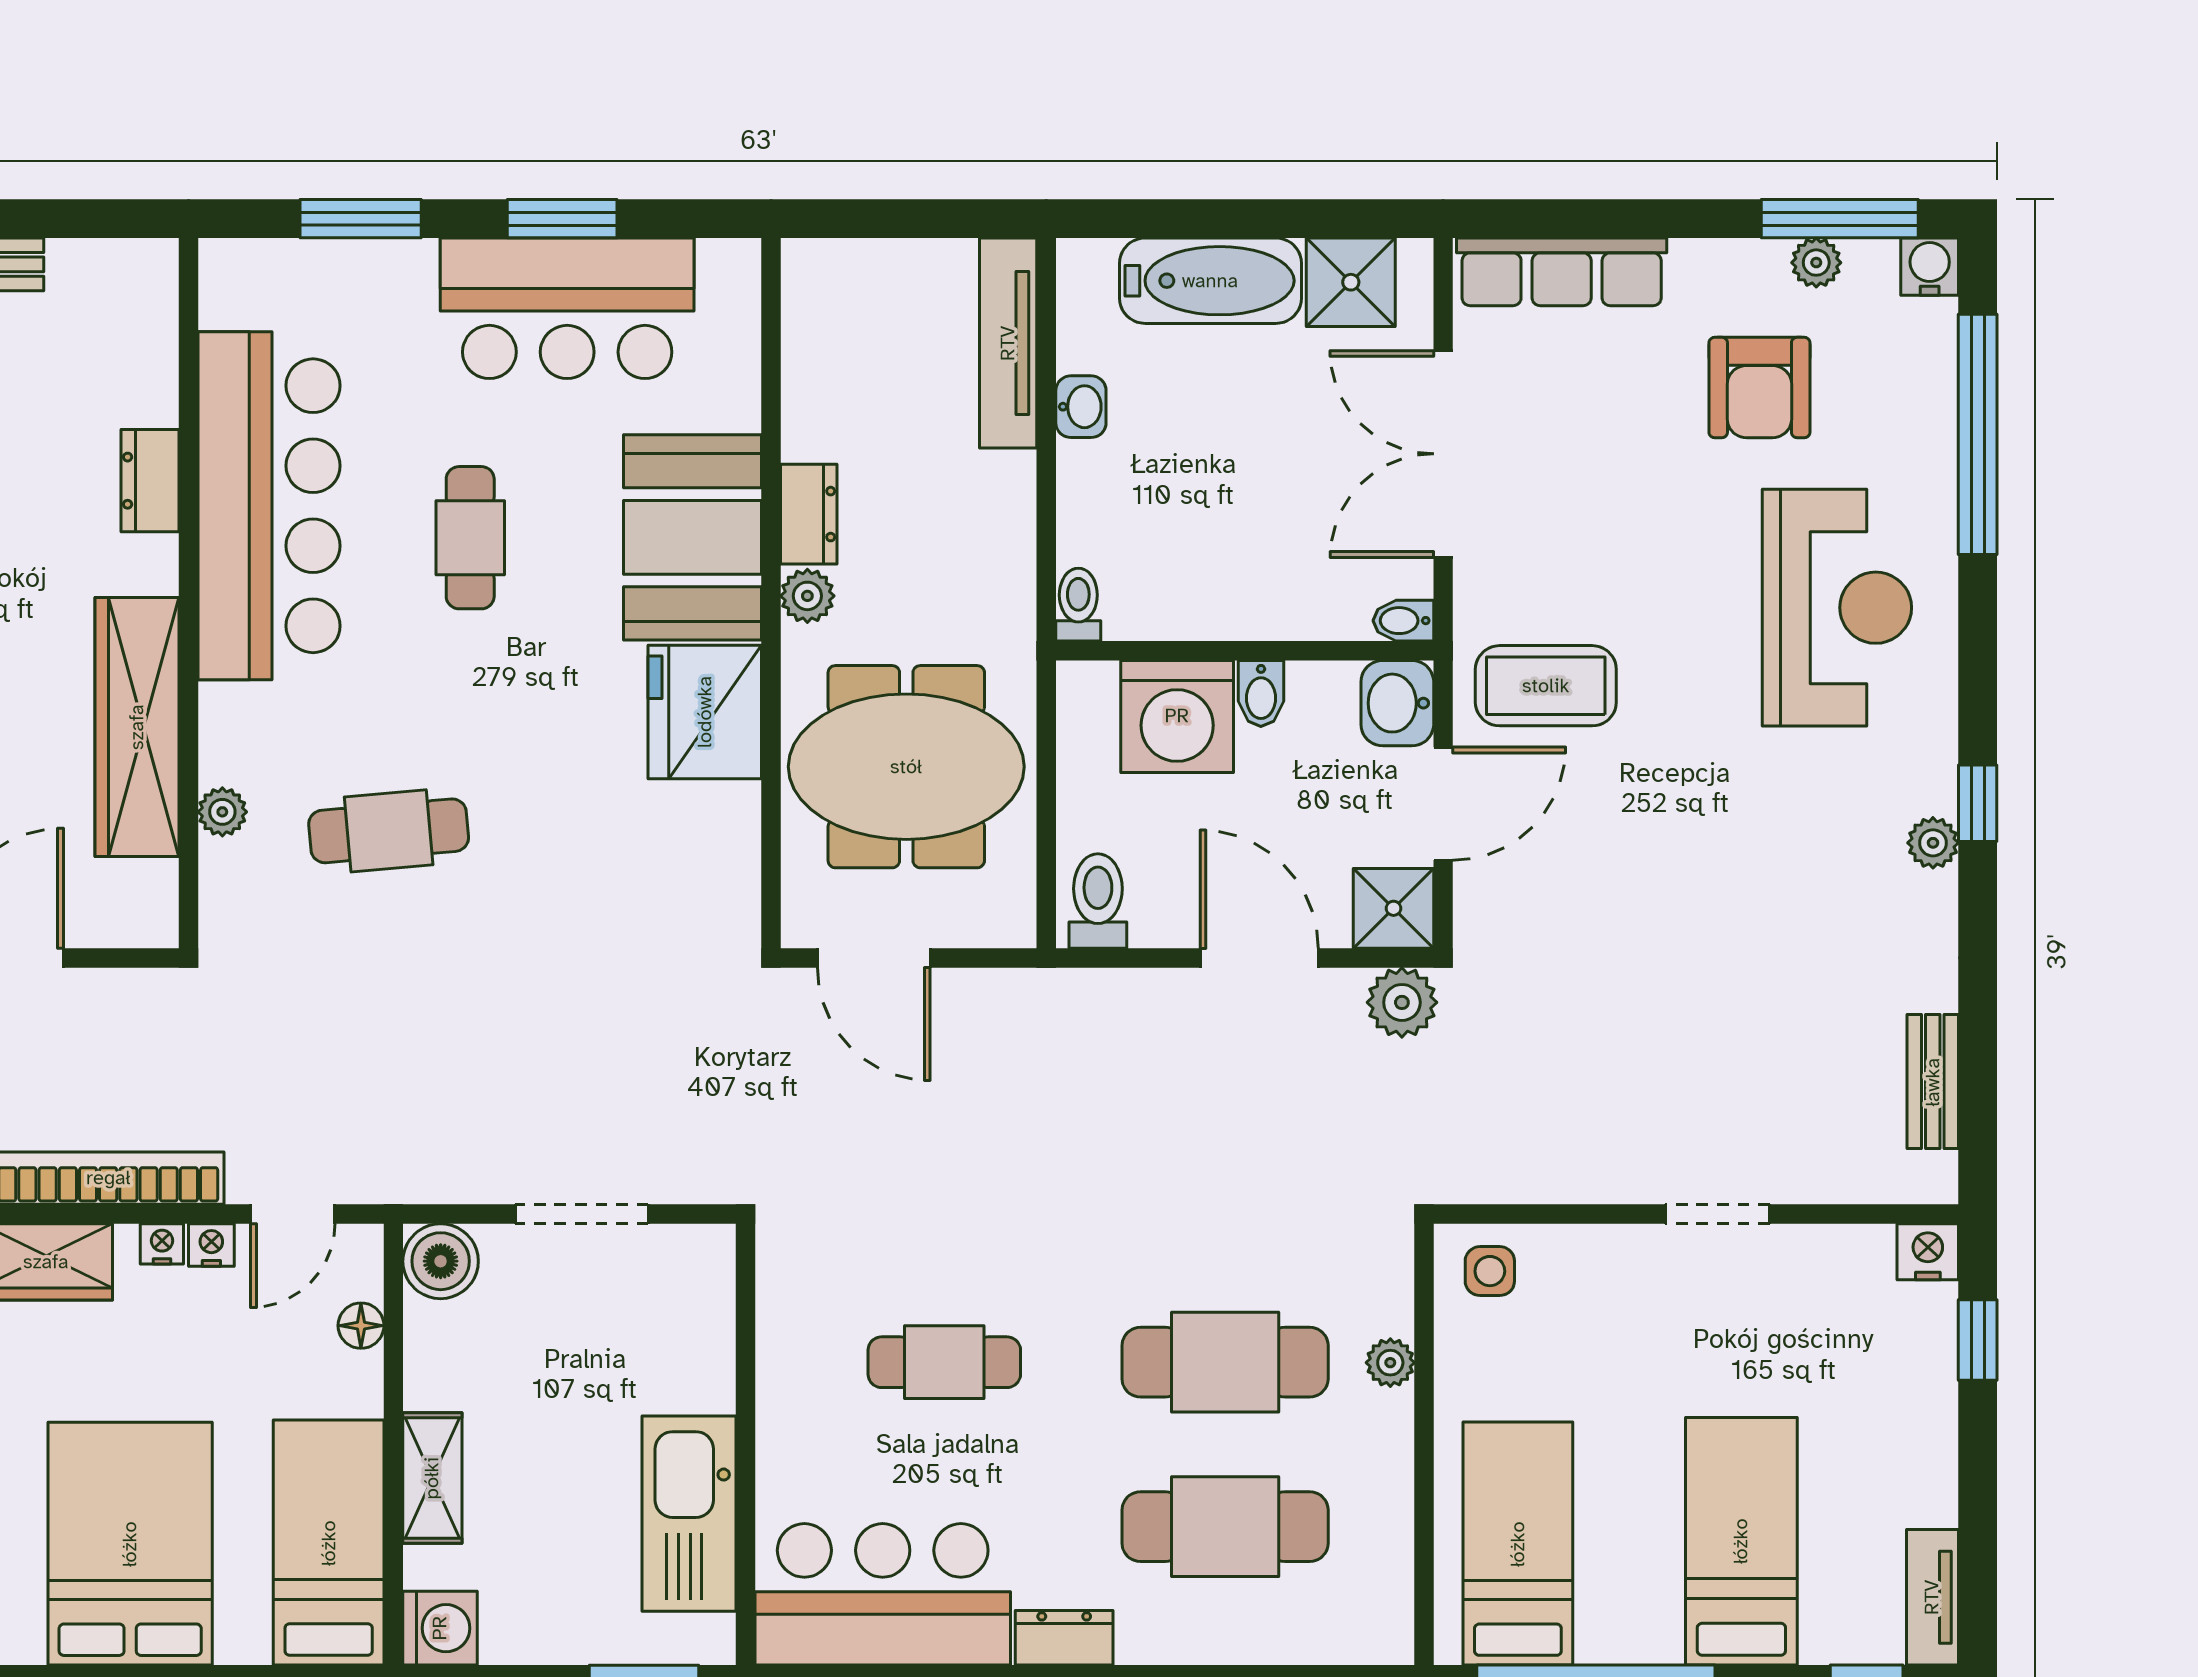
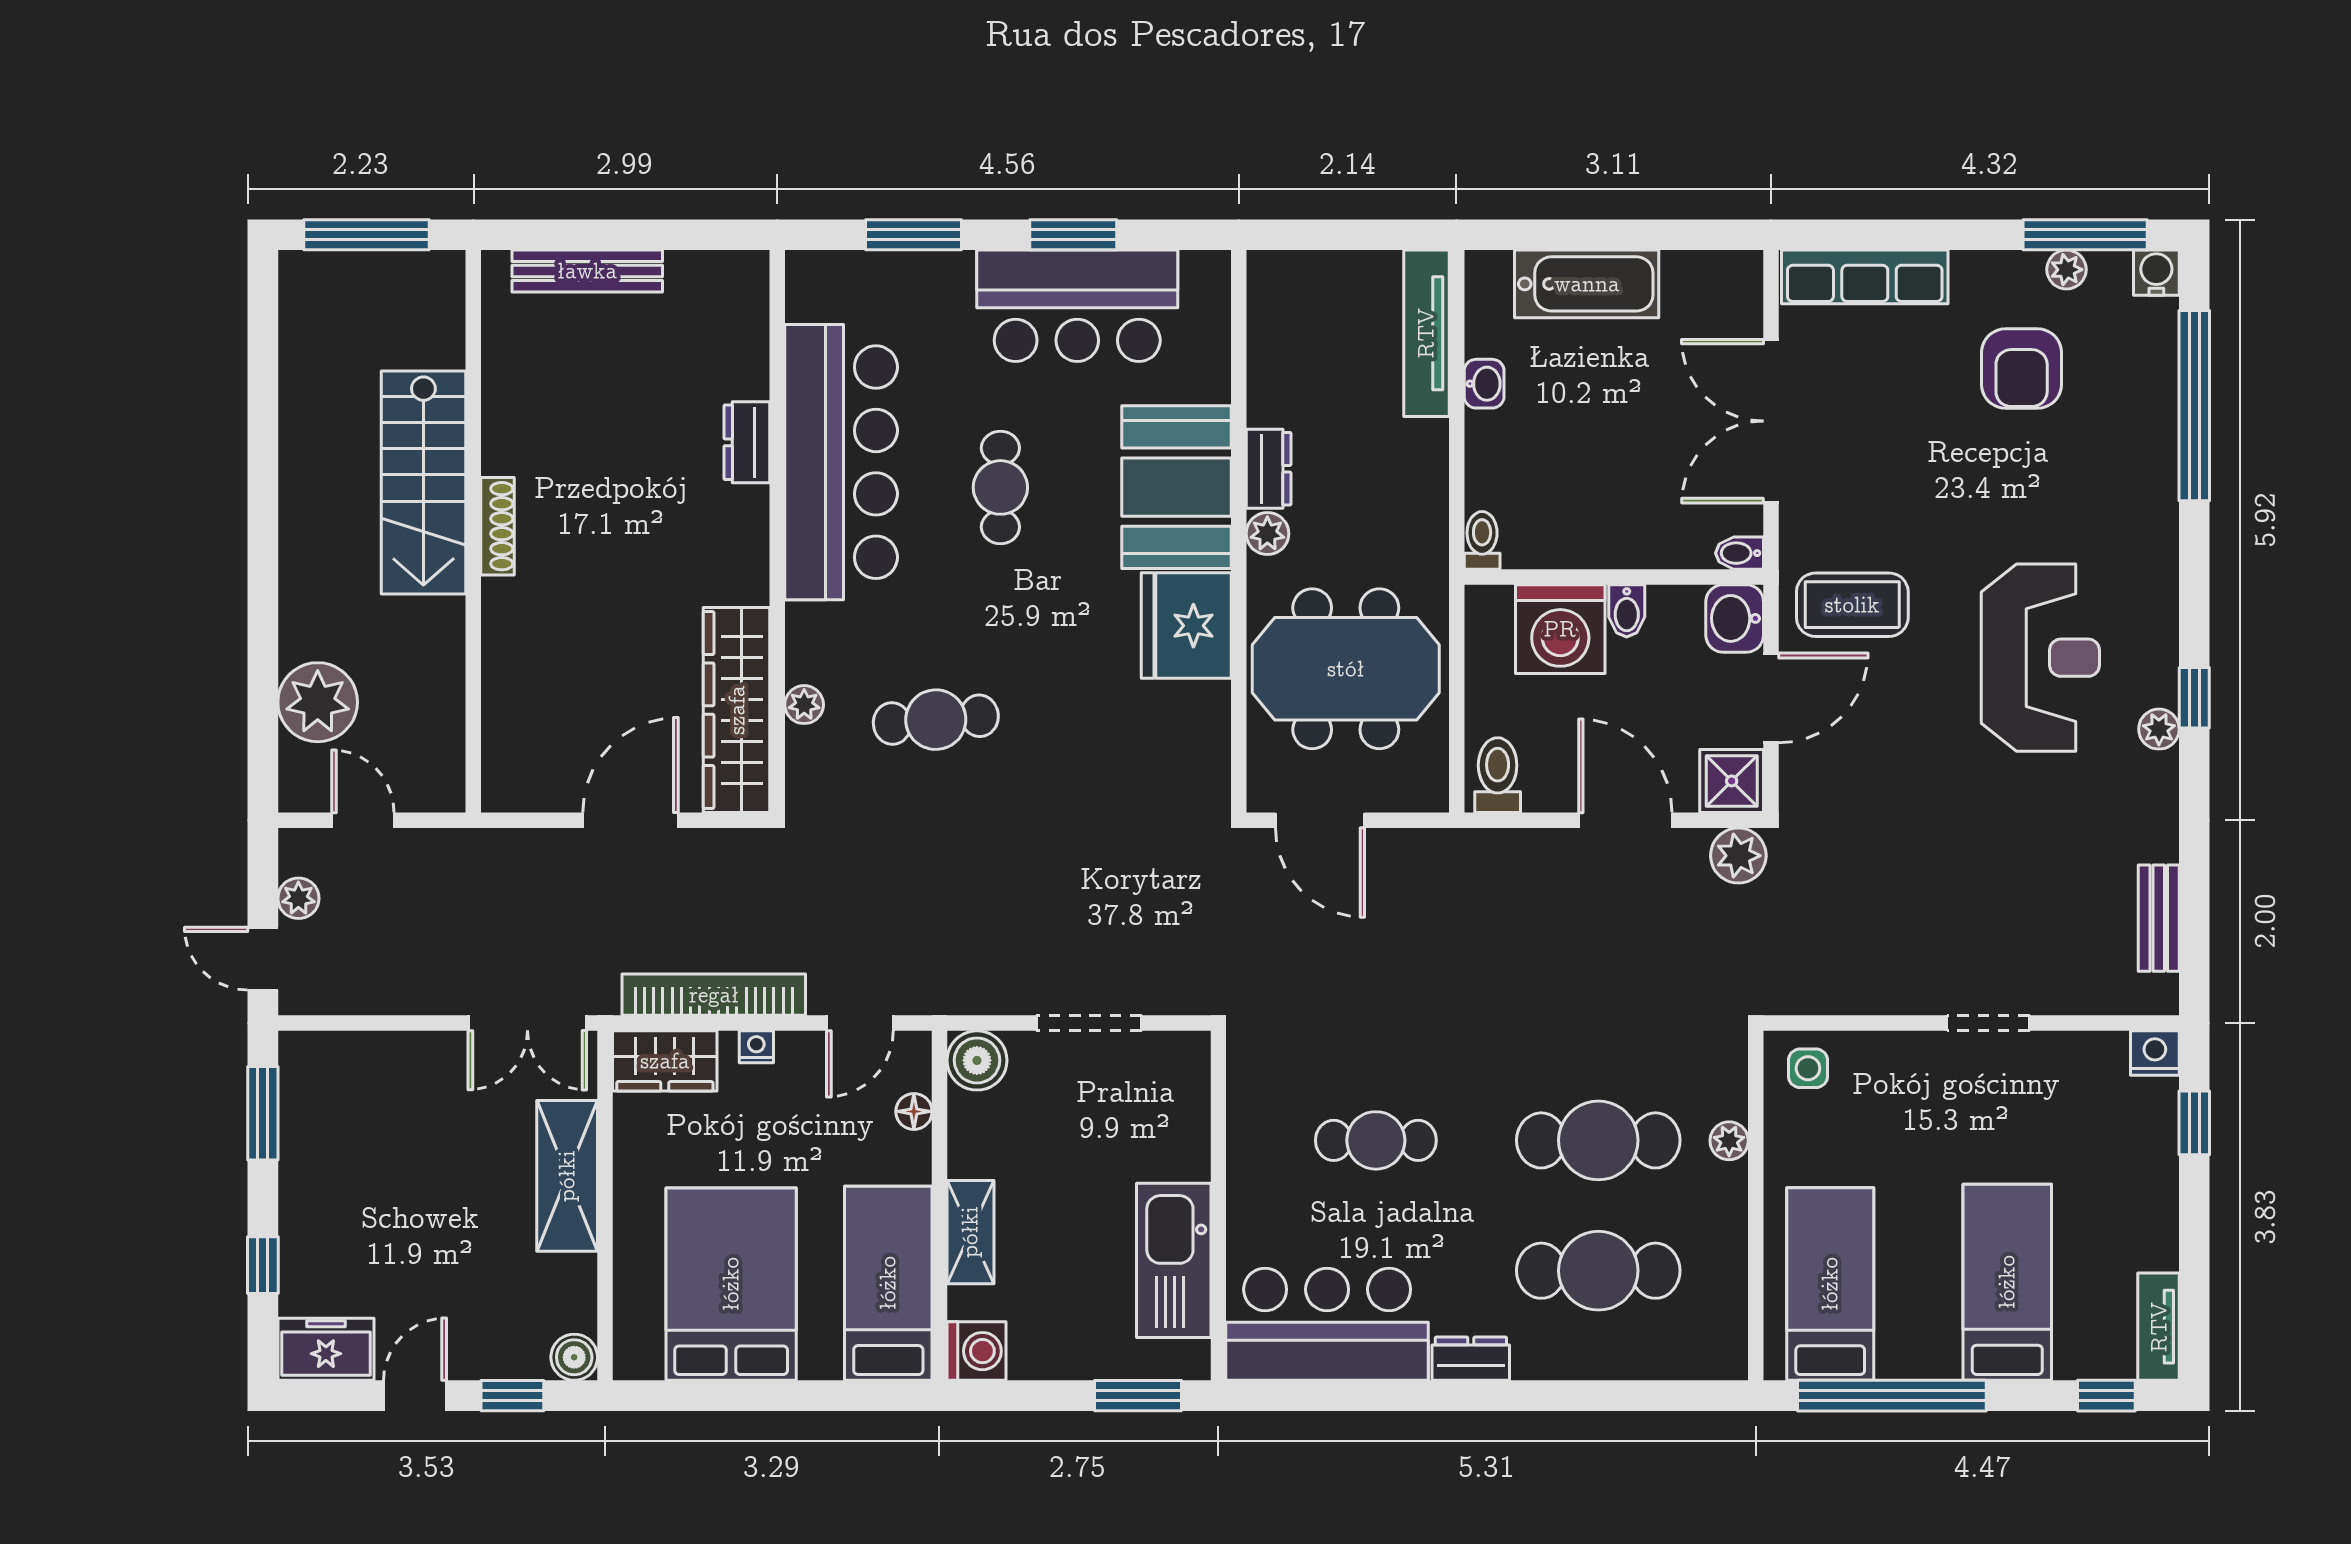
shower: (1351, 282) -> (1698, 285), removed
reception desk: (1837, 608) -> (2040, 658), moved
wardrobe: (137, 727) -> (737, 710), moved
nightstand: (211, 1245) -> (795, 1048), removed

